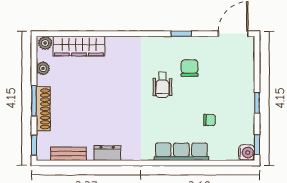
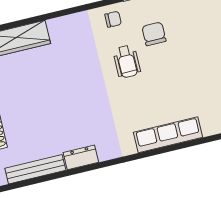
chair: (209, 120) -> (113, 19), moved
bench: (68, 154) -> (35, 169), width x1.36

